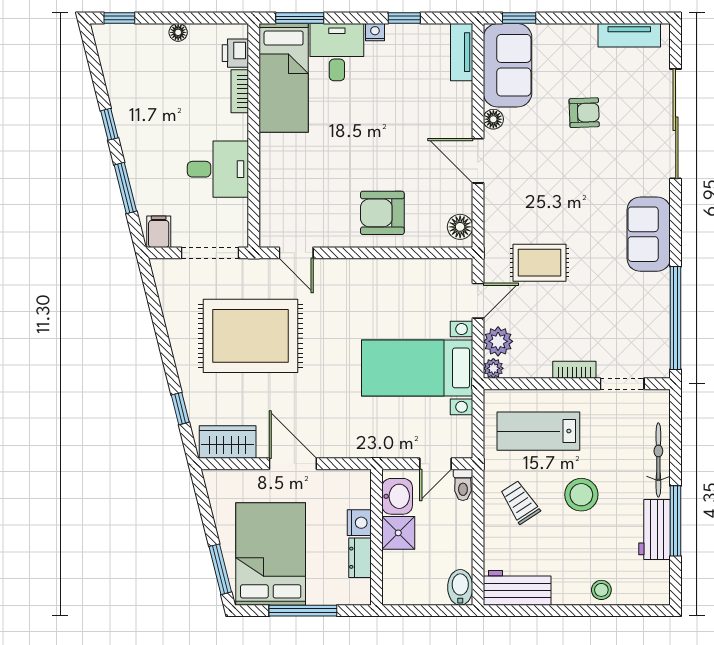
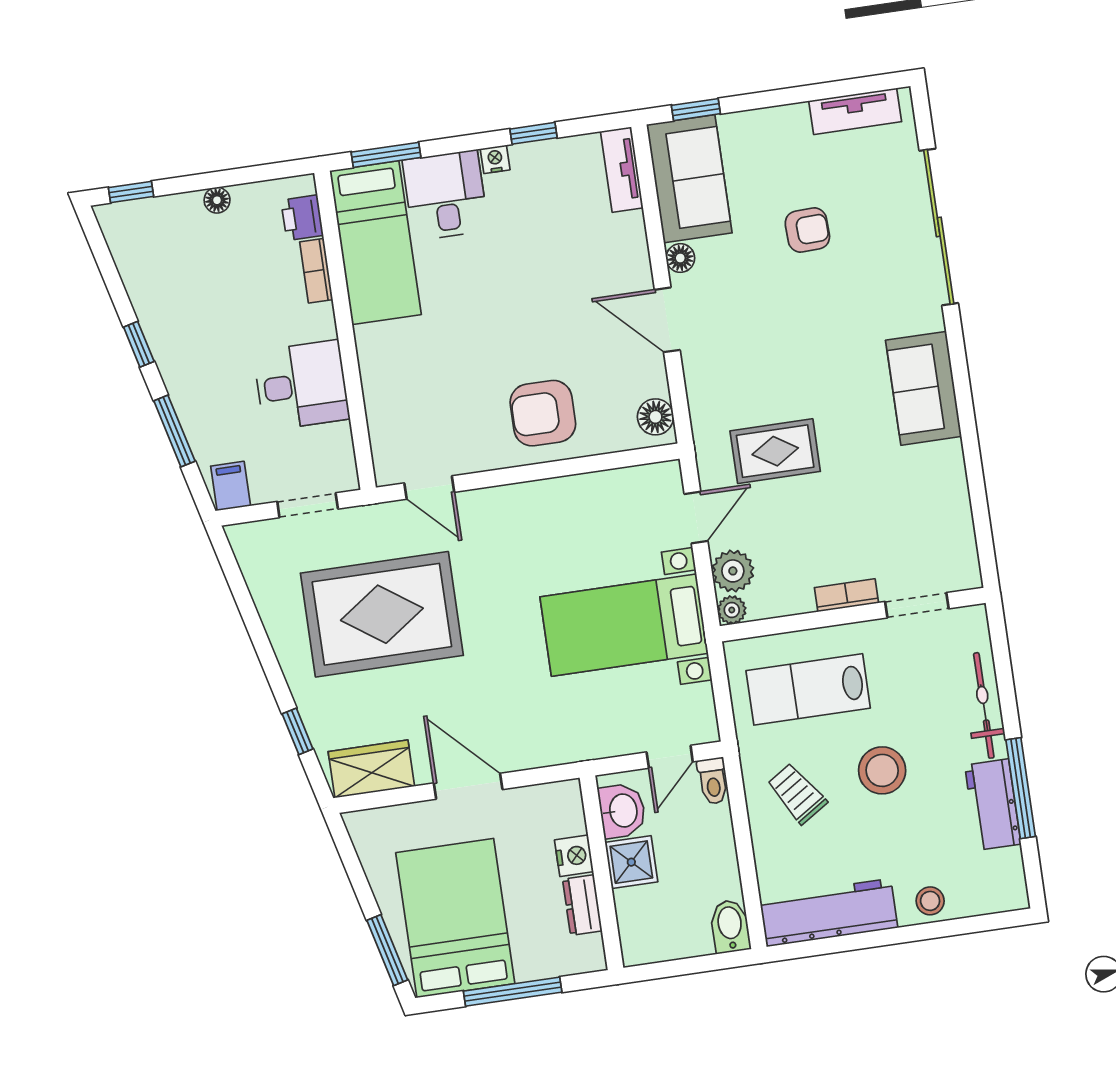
doorway: (210, 253) -> (308, 505), width x0.73
window: (676, 318) -> (979, 501), removed
workbench: (517, 588) -> (829, 913), width x1.38

